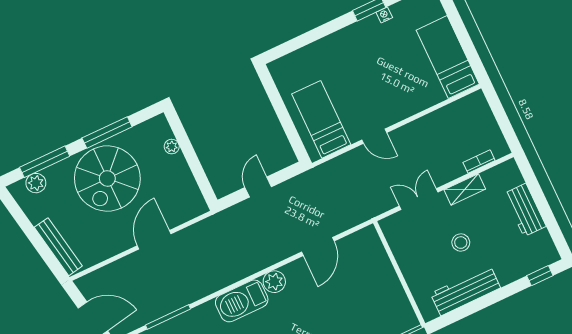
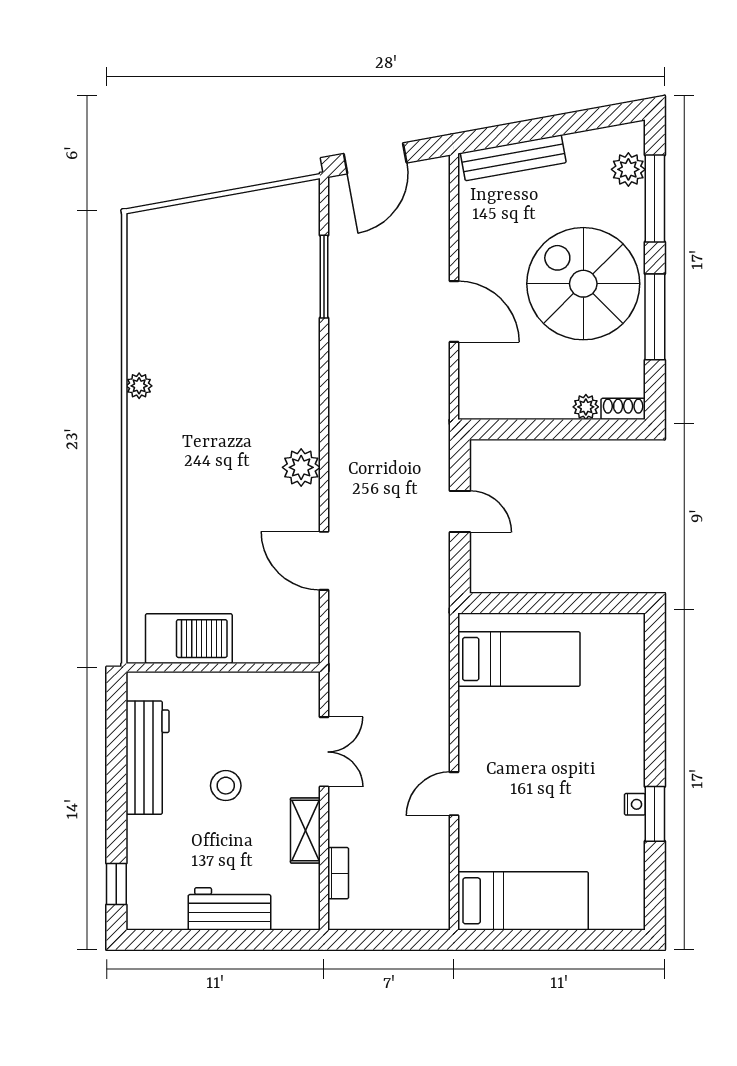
nightstand: (384, 15) -> (635, 804), moved
shoe rack: (163, 126) -> (623, 409), added
door: (374, 136) -> (454, 794), moved
barbecue: (242, 301) -> (189, 639), moved, turned 90

